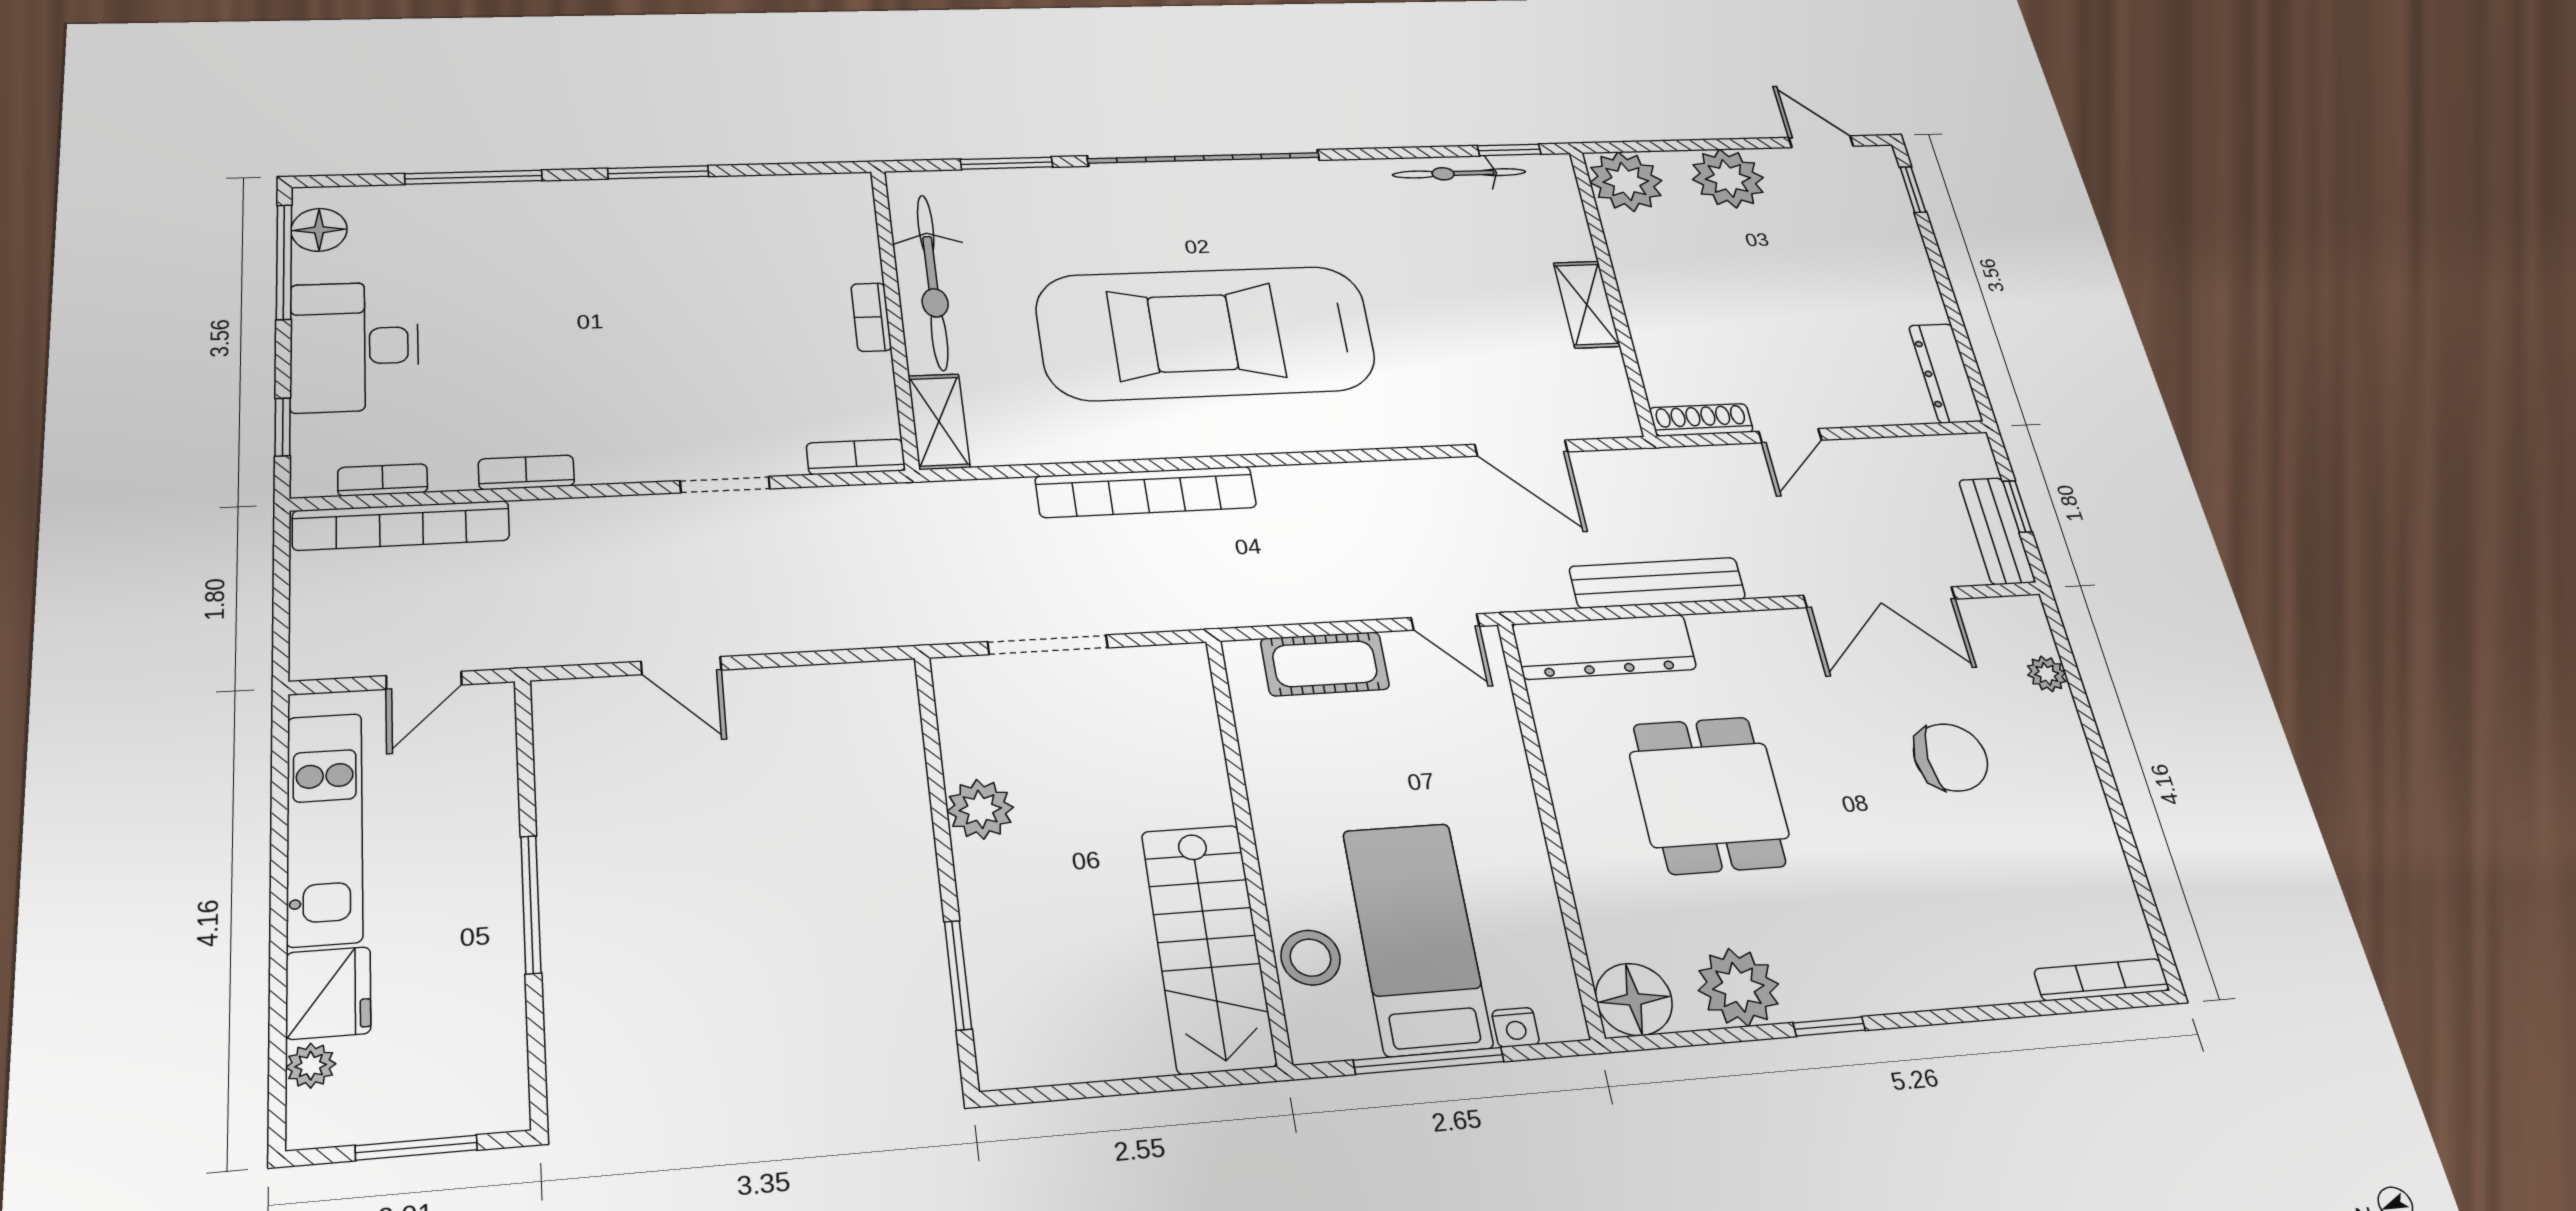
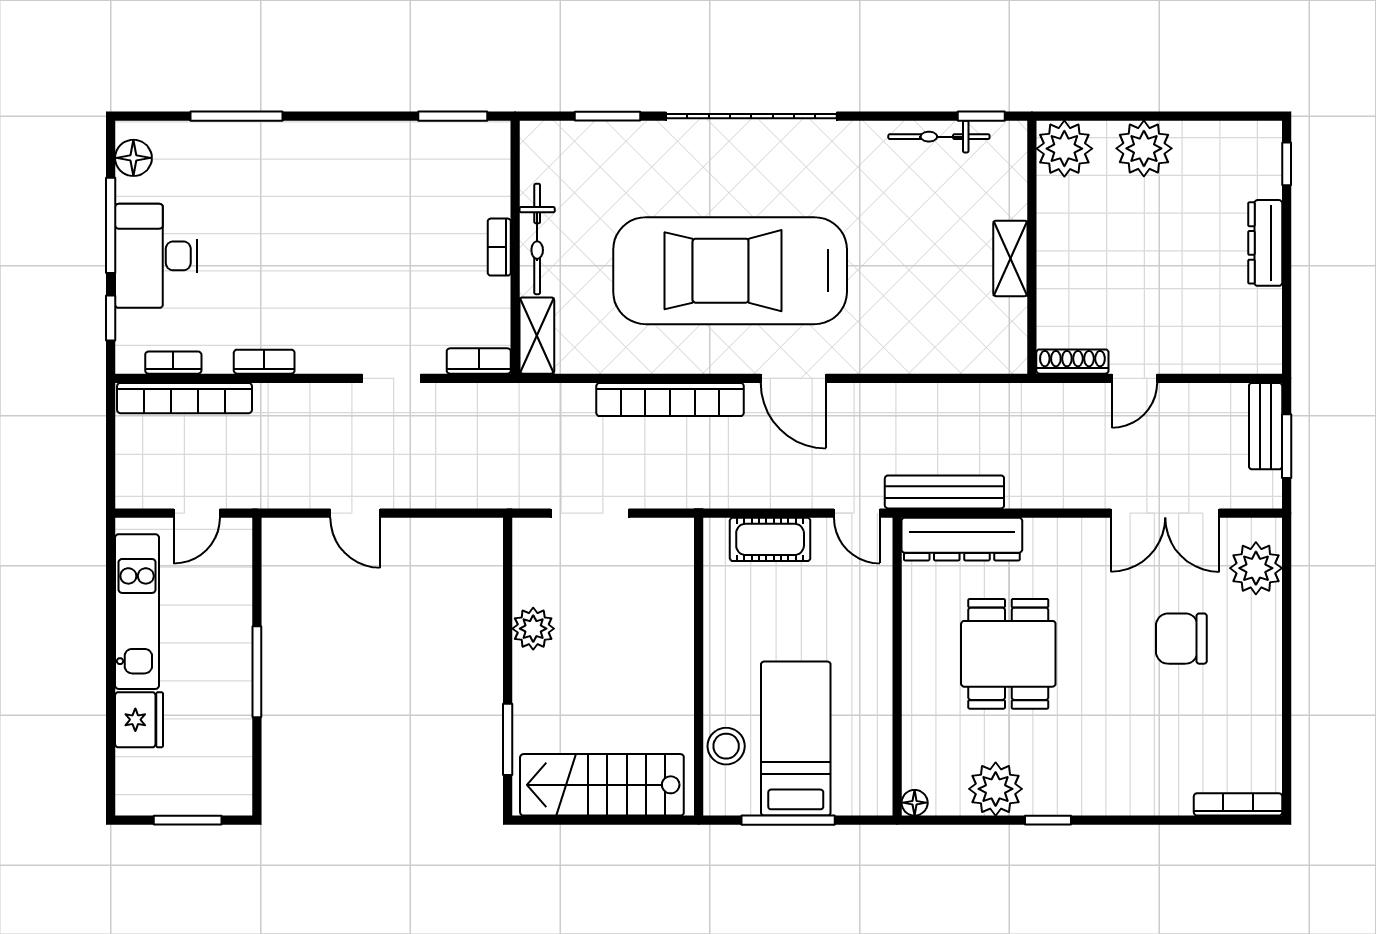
door: (1821, 142) -> (1226, 116), removed
window: (658, 172) -> (453, 116), moved
window: (284, 262) -> (111, 225), moved
bicycle: (932, 282) -> (537, 239), width x0.73, depth x0.71
dresser: (1945, 373) -> (1265, 243), moved
door: (1521, 448) -> (793, 378), moved
window: (2017, 506) -> (1287, 446), width x1.50
bench: (1997, 531) -> (1266, 426), moved
bench: (1657, 583) -> (944, 492), moved
plant: (2047, 674) -> (1256, 568), width x1.88, depth x1.88
chair: (1950, 757) -> (1181, 639), turned 180
stairs: (1208, 947) -> (602, 785), moved, turned 90
floor lamp: (1634, 999) -> (915, 803), width x0.53, depth x0.53
nightstand: (1516, 1027) -> (847, 803), removed
plant: (311, 1066) -> (129, 764), removed

